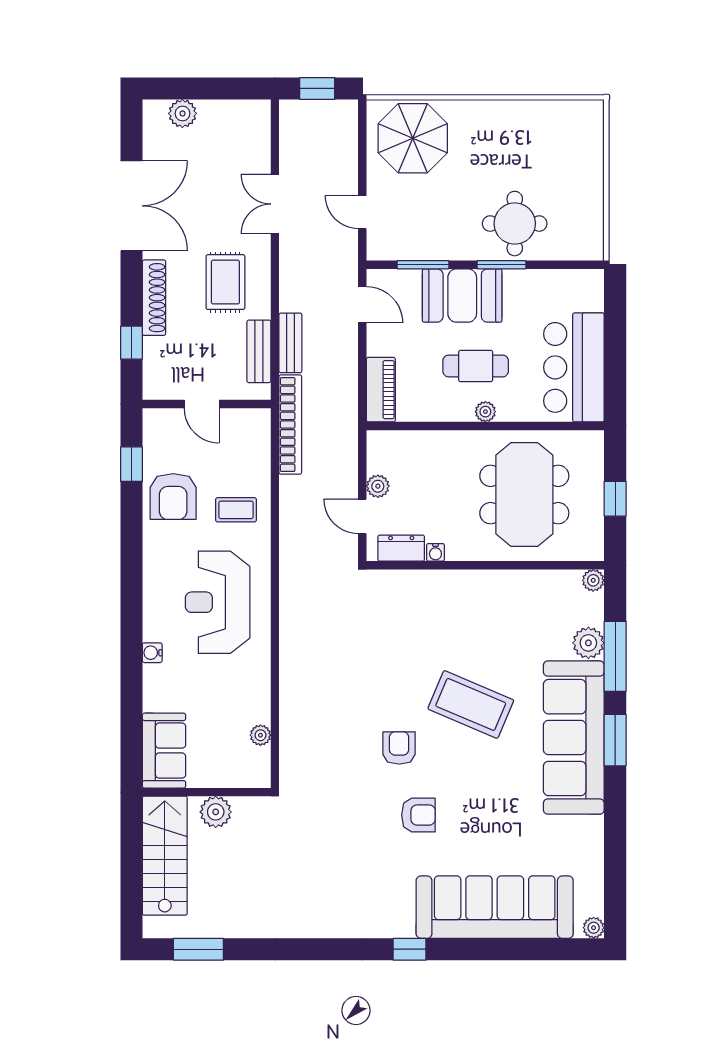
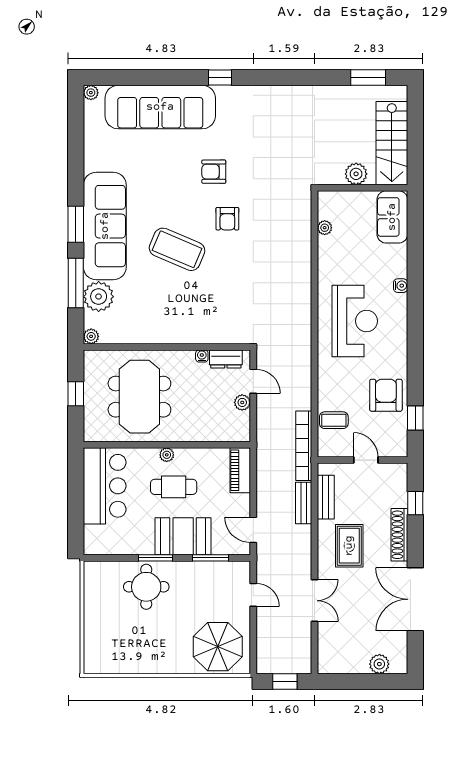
coffee table: (236, 510) -> (334, 420), moved
plant: (588, 643) -> (99, 297), width x1.36, depth x1.36

